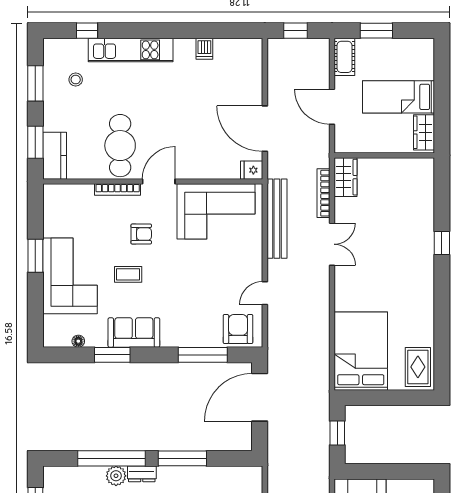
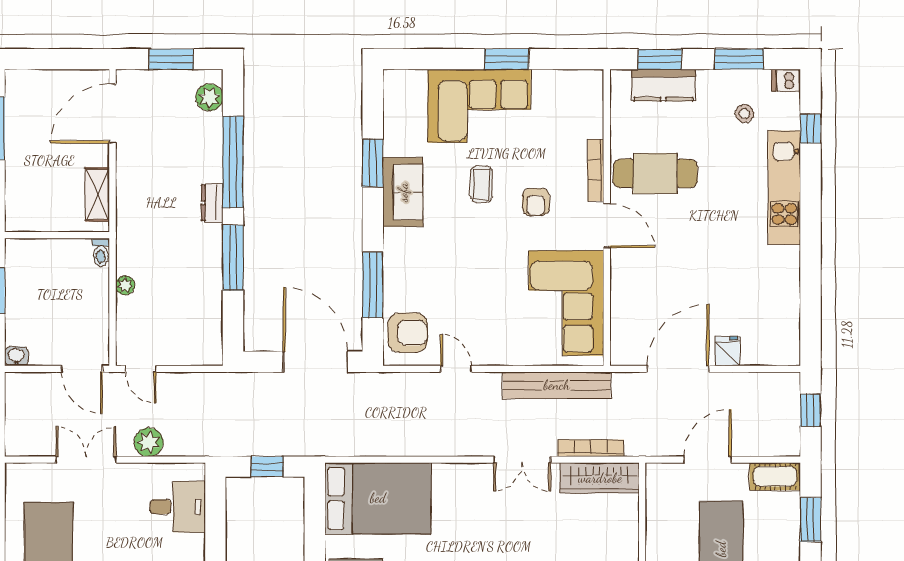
dishwasher: (204, 49) -> (786, 80), moved
kitchen counter: (55, 156) -> (663, 85), moved
fridge: (252, 170) -> (727, 351), moved
wardrobe: (346, 177) -> (600, 478), width x1.50
floor lamp: (78, 341) -> (391, 117), removed
plant: (116, 476) -> (209, 97), moved

